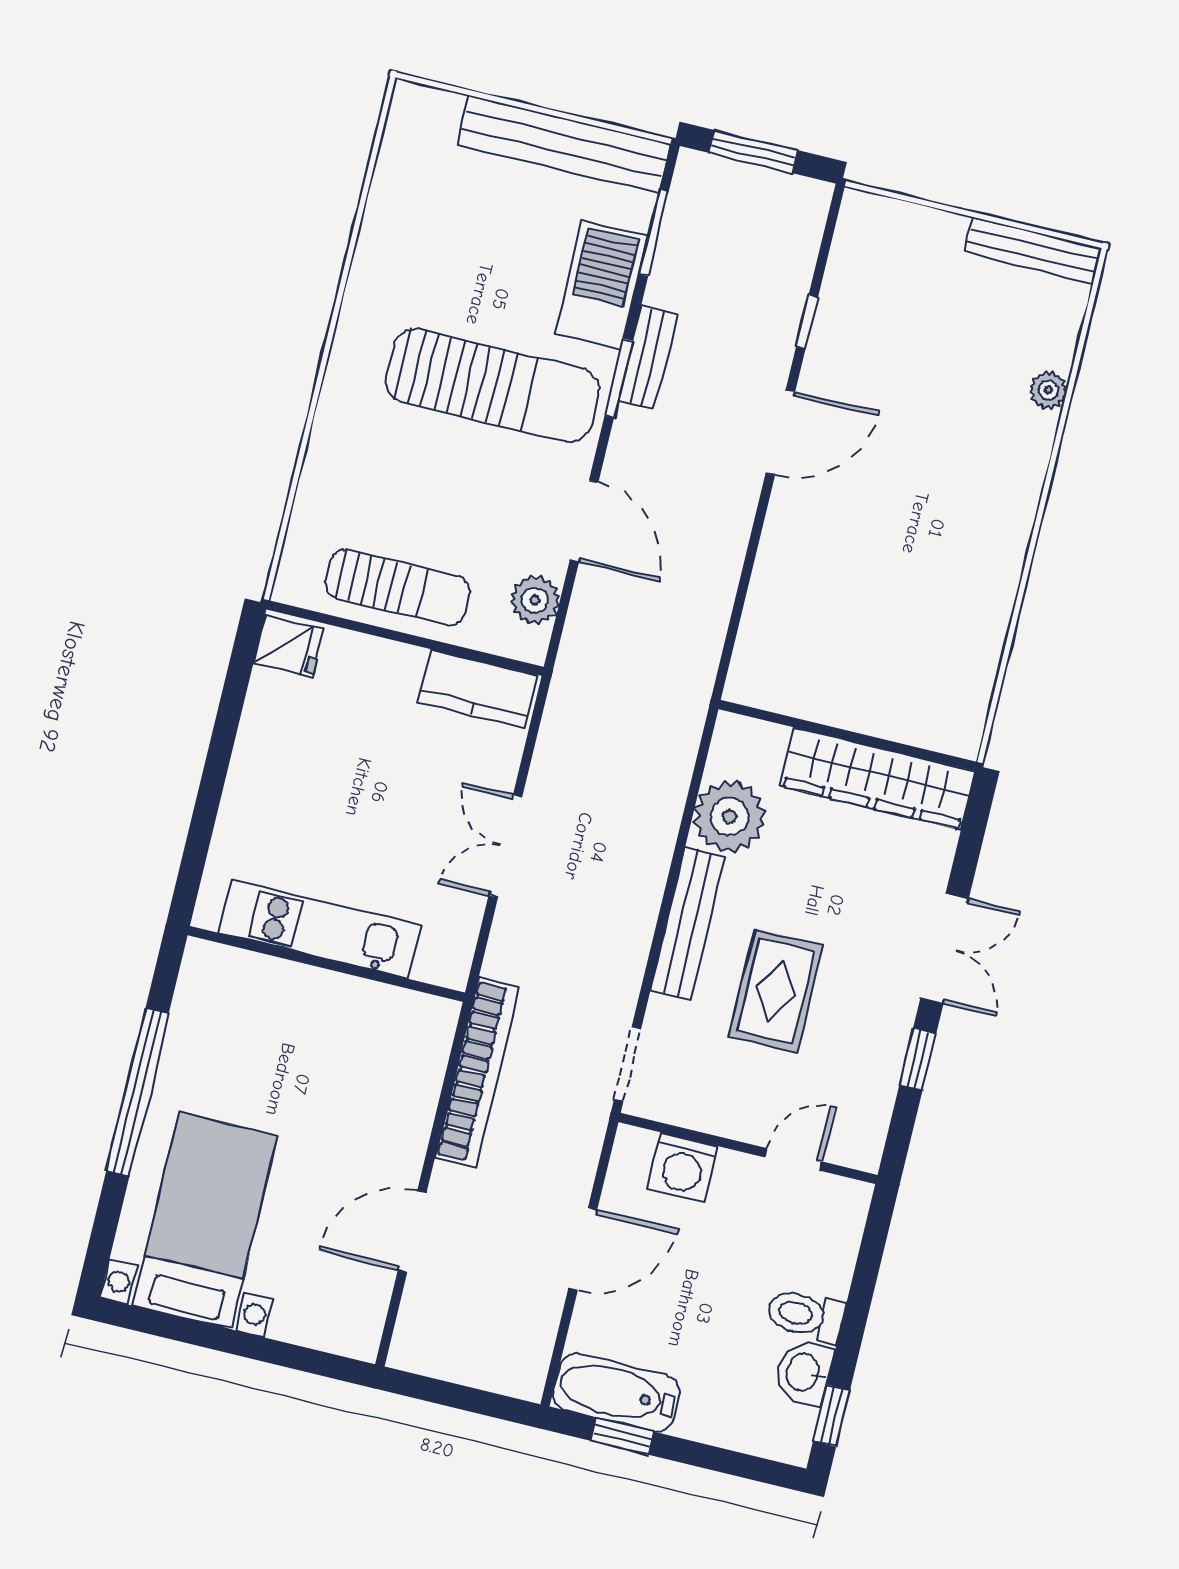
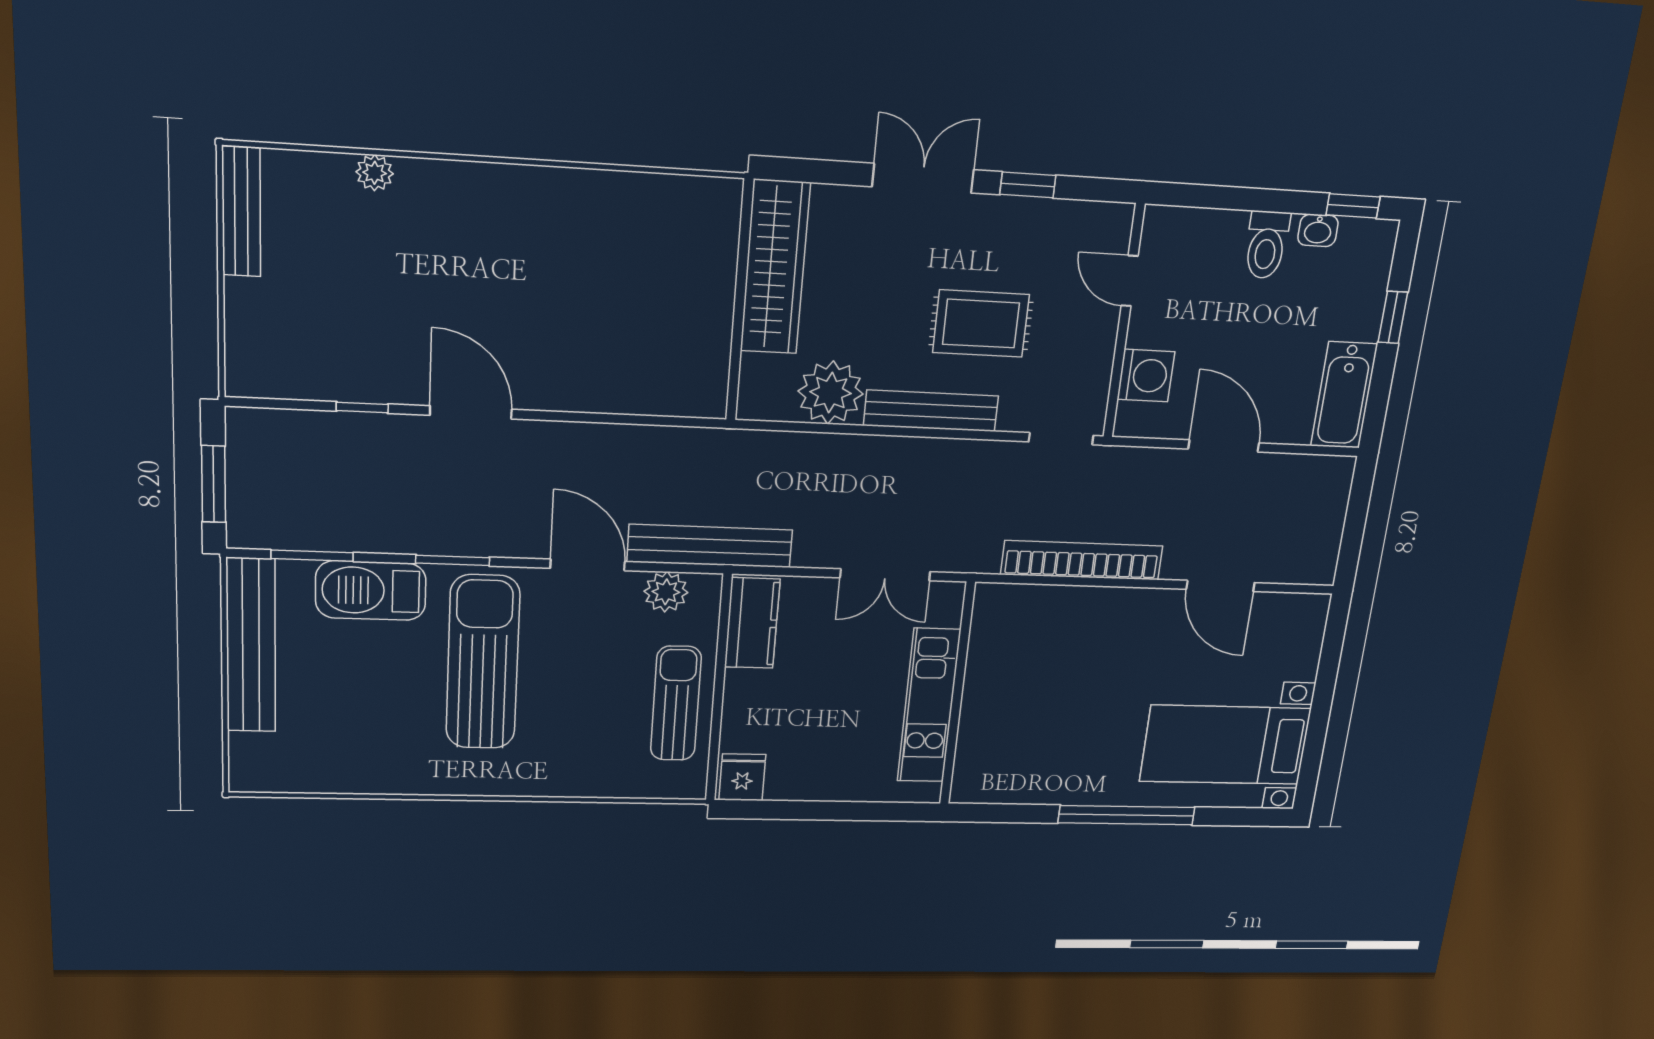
bench: (648, 358) -> (710, 546), moved, width x1.86, depth x1.21
door: (584, 521) -> (588, 565), hinge flipped
kitchen unit: (319, 929) -> (929, 706), moved
wall: (326, 964) -> (957, 695), moved
washbasin: (804, 1373) -> (1318, 230), width x0.72, depth x0.69
window: (622, 1436) -> (1393, 317), moved

